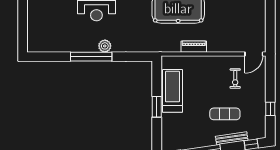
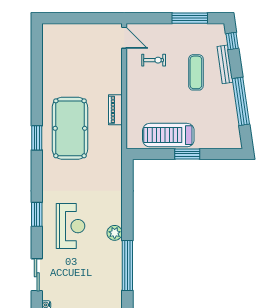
plant: (105, 46) -> (115, 233), moved
window: (91, 57) -> (127, 265), moved
window: (270, 109) -> (190, 18), width x2.17

